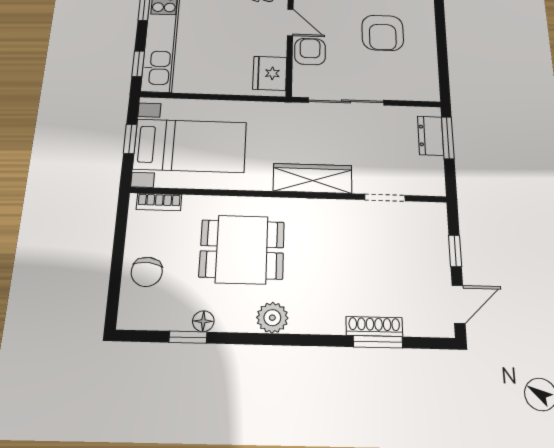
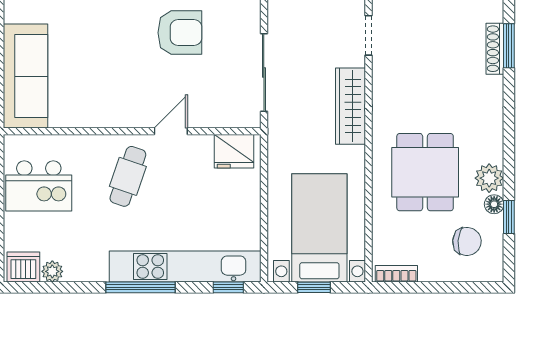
armchair: (310, 52) -> (206, 110), removed
bookcase: (159, 202) -> (396, 274), moved, turned -90
chair: (147, 272) -> (467, 241), moved
plant: (272, 318) -> (489, 178), moved

